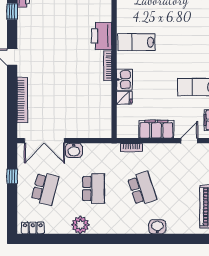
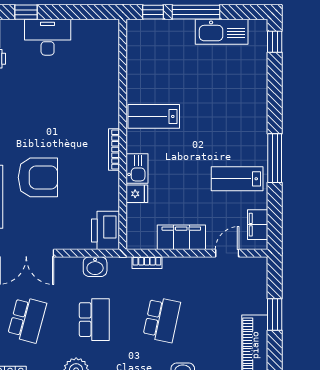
printer: (102, 36) -> (105, 230), moved
armchair: (53, 86) -> (38, 177), added
washbasin: (74, 150) -> (95, 267), moved
school desk: (142, 189) -> (162, 320), turned 30

